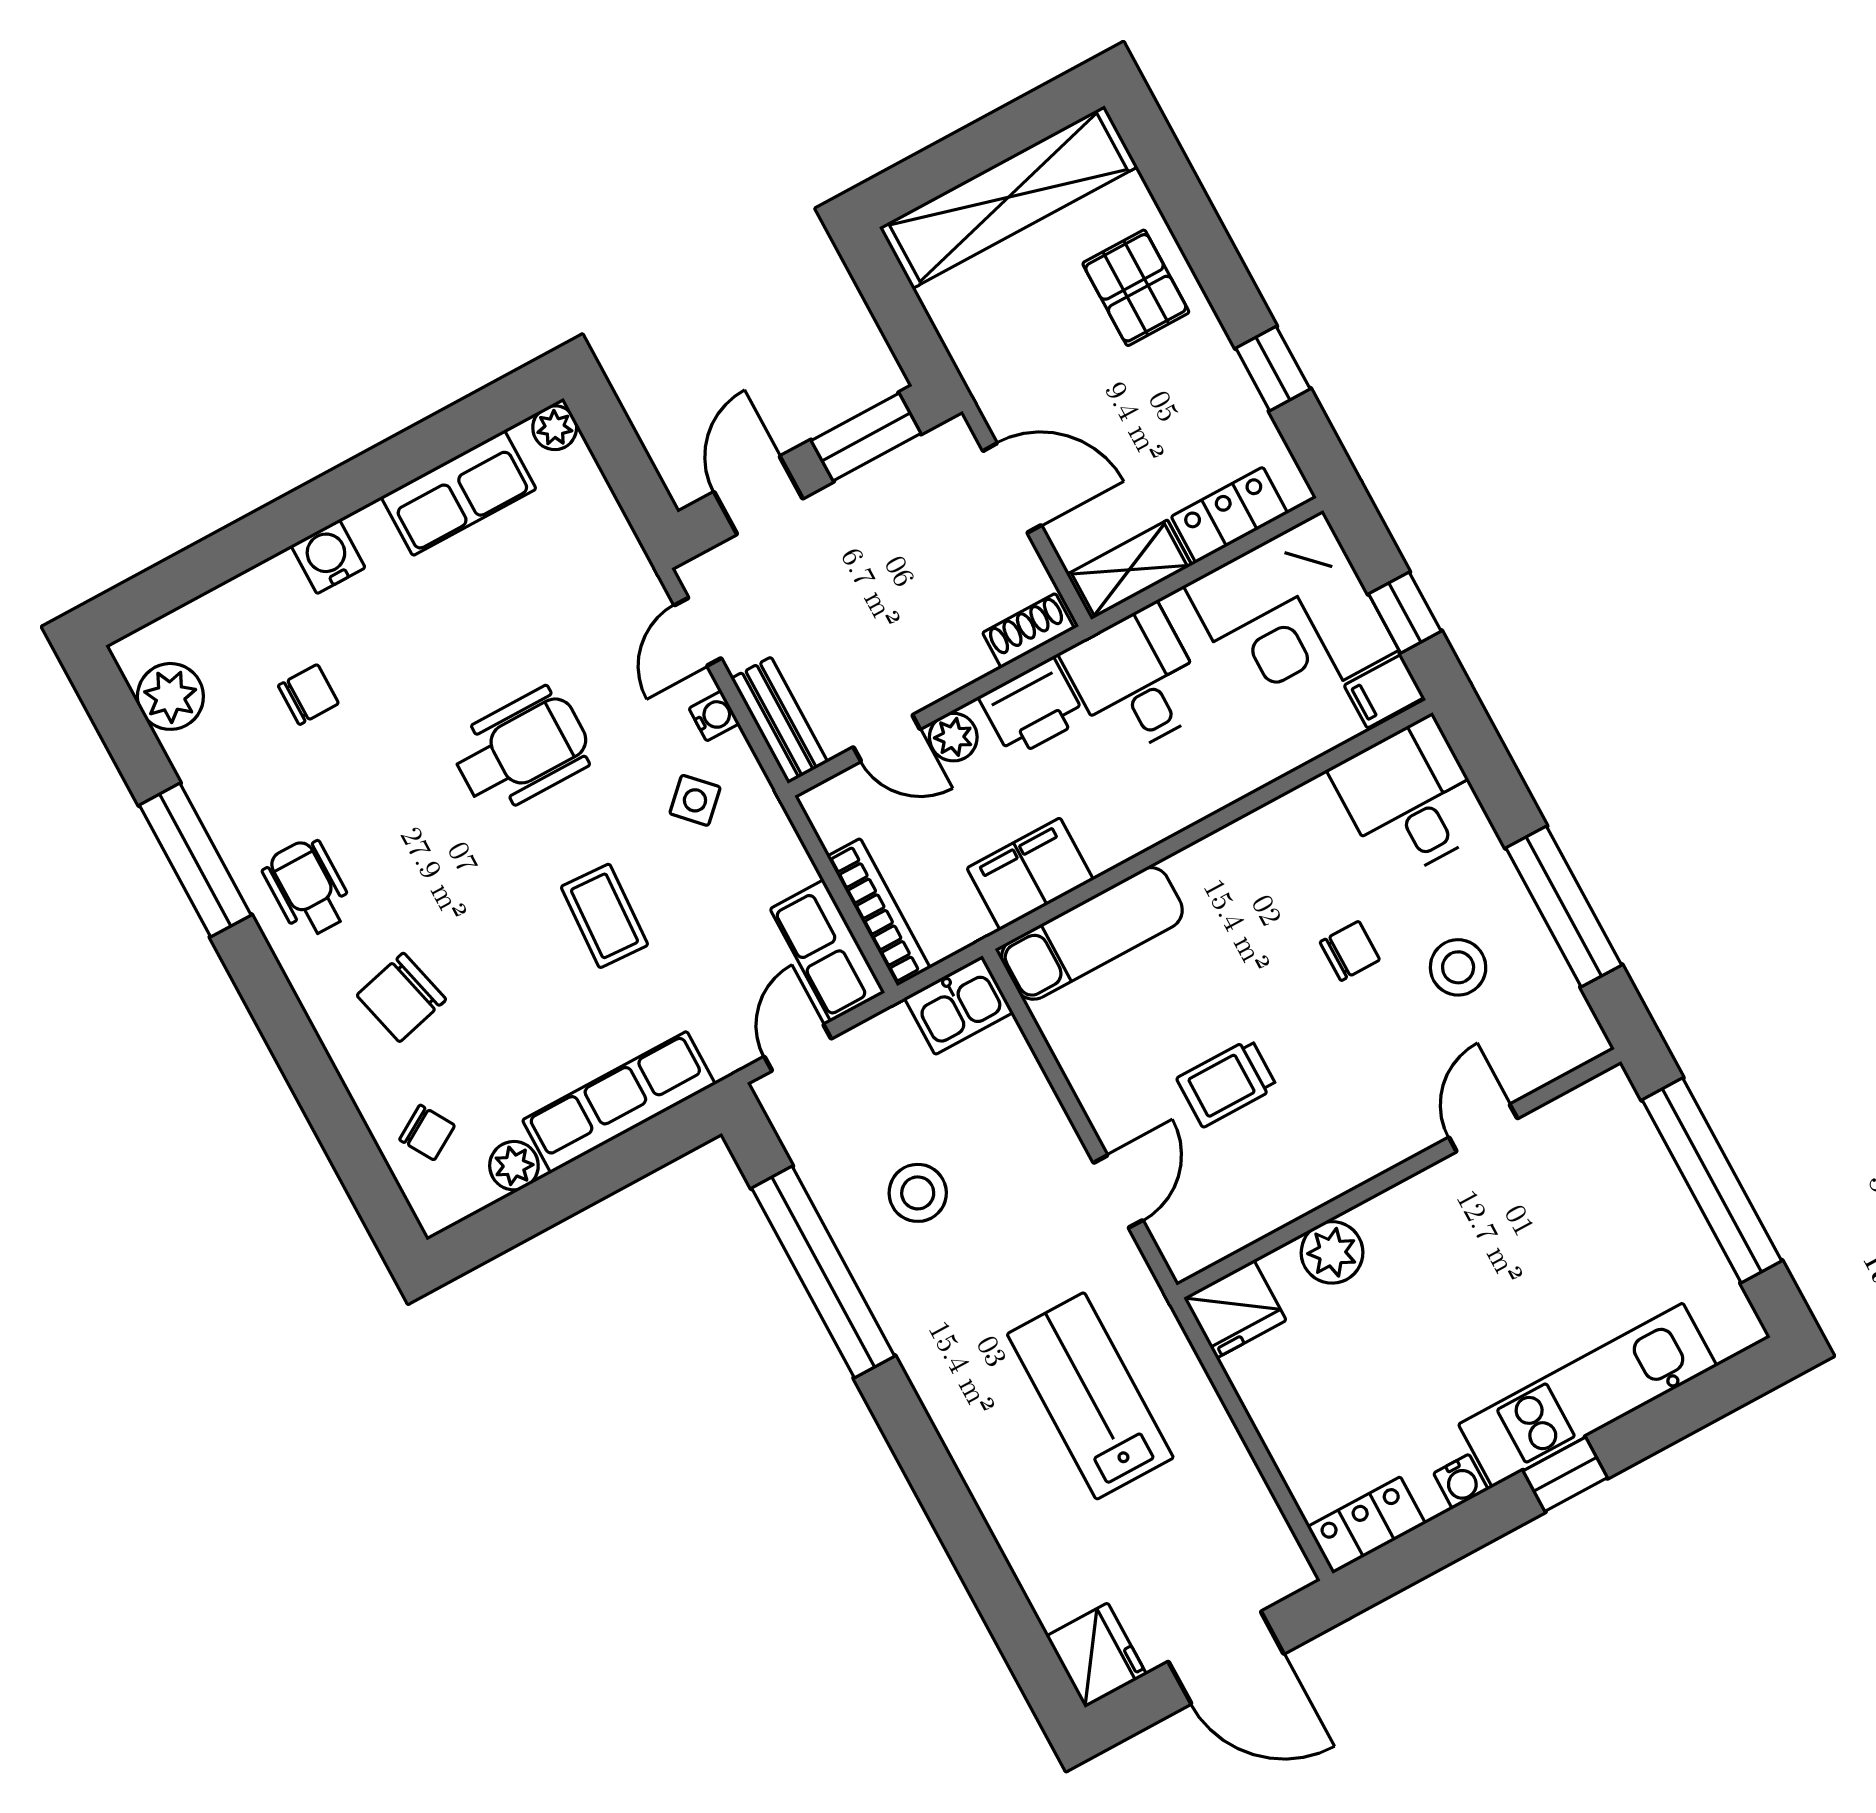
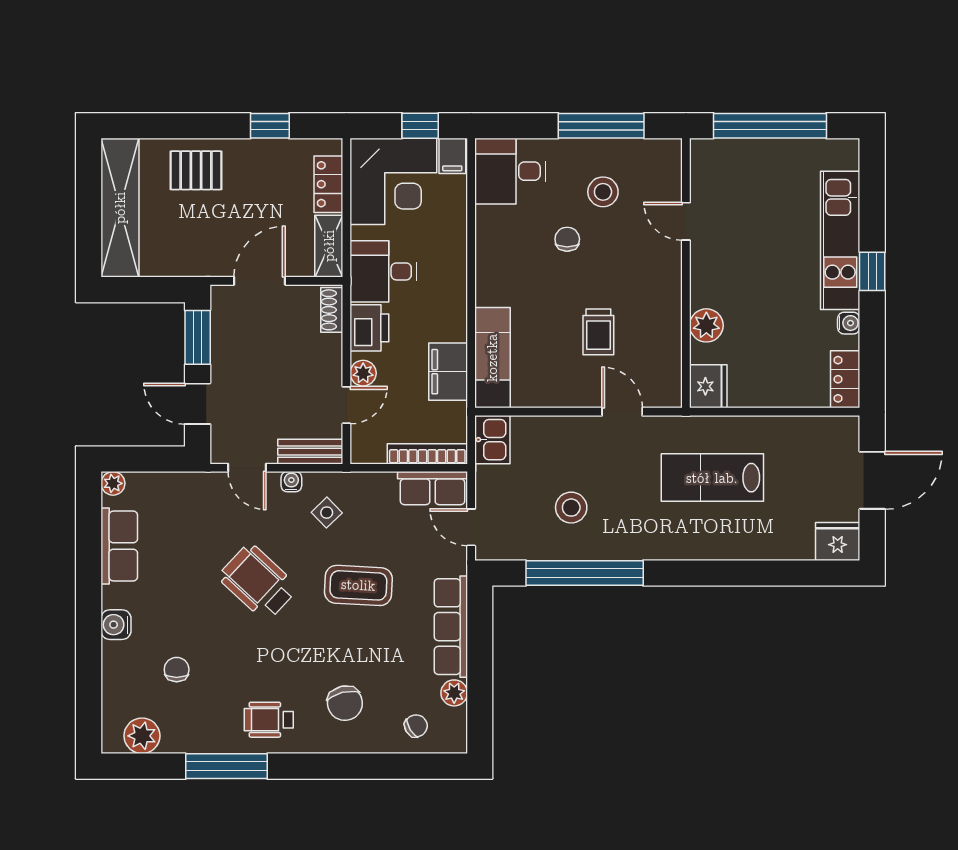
wheelchair: (522, 750) -> (258, 582), turned -47
coffee table: (604, 916) -> (358, 585), width x1.36, depth x1.30

